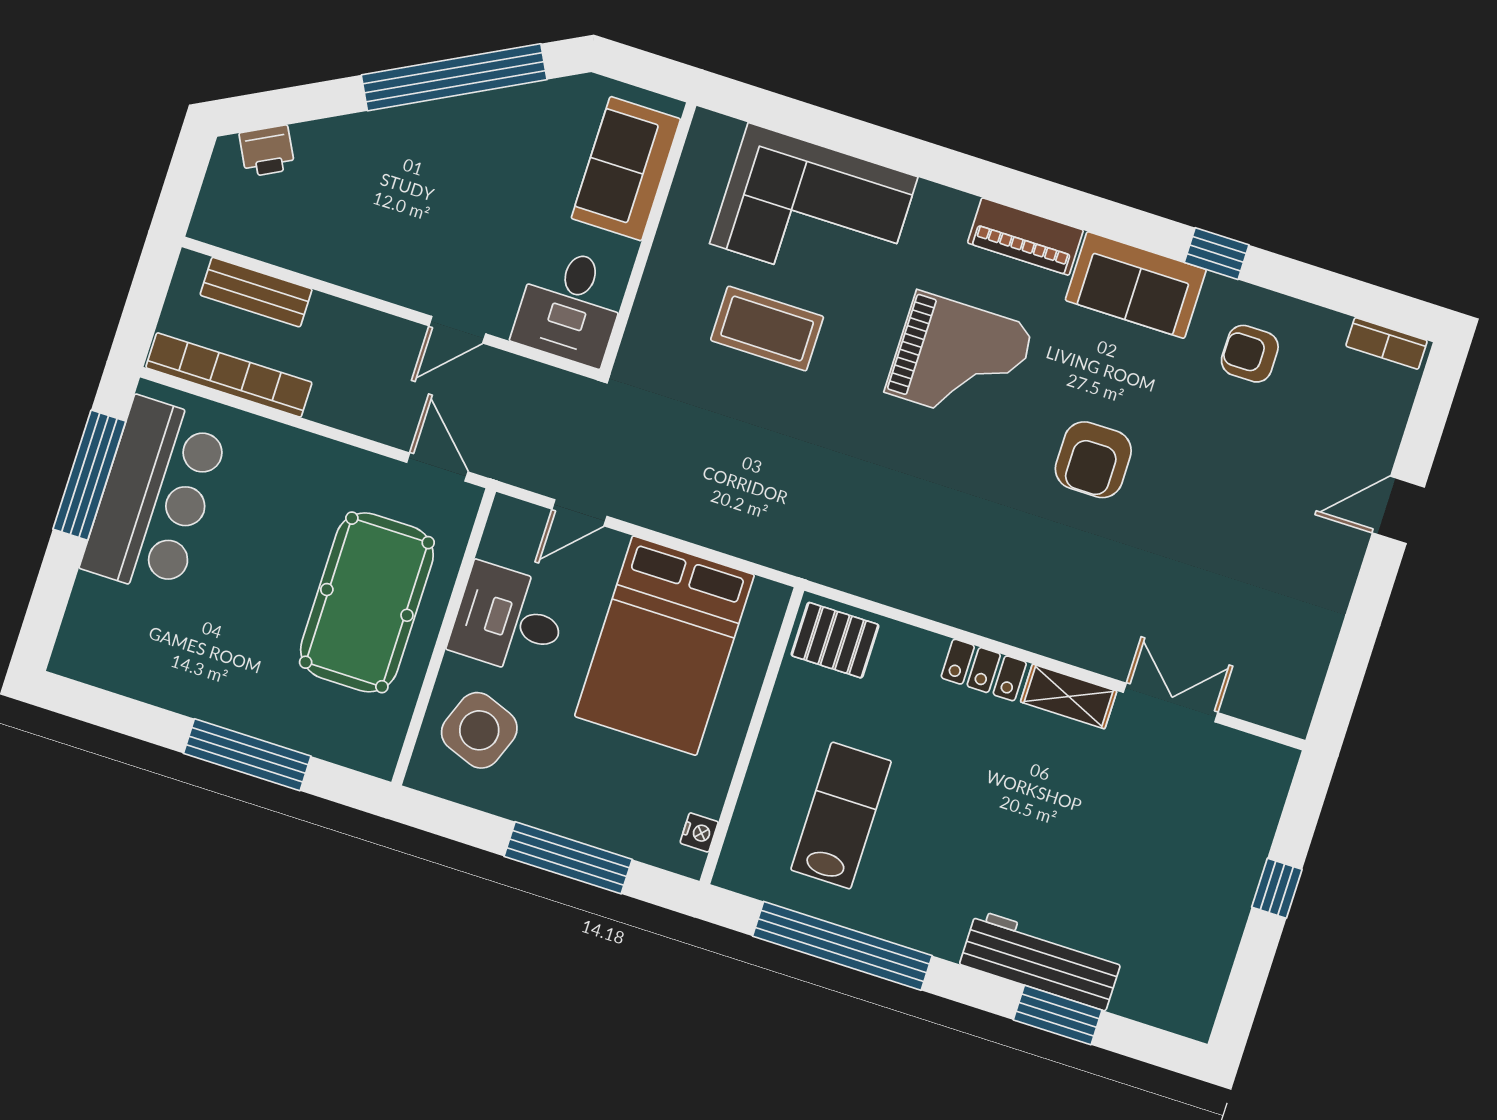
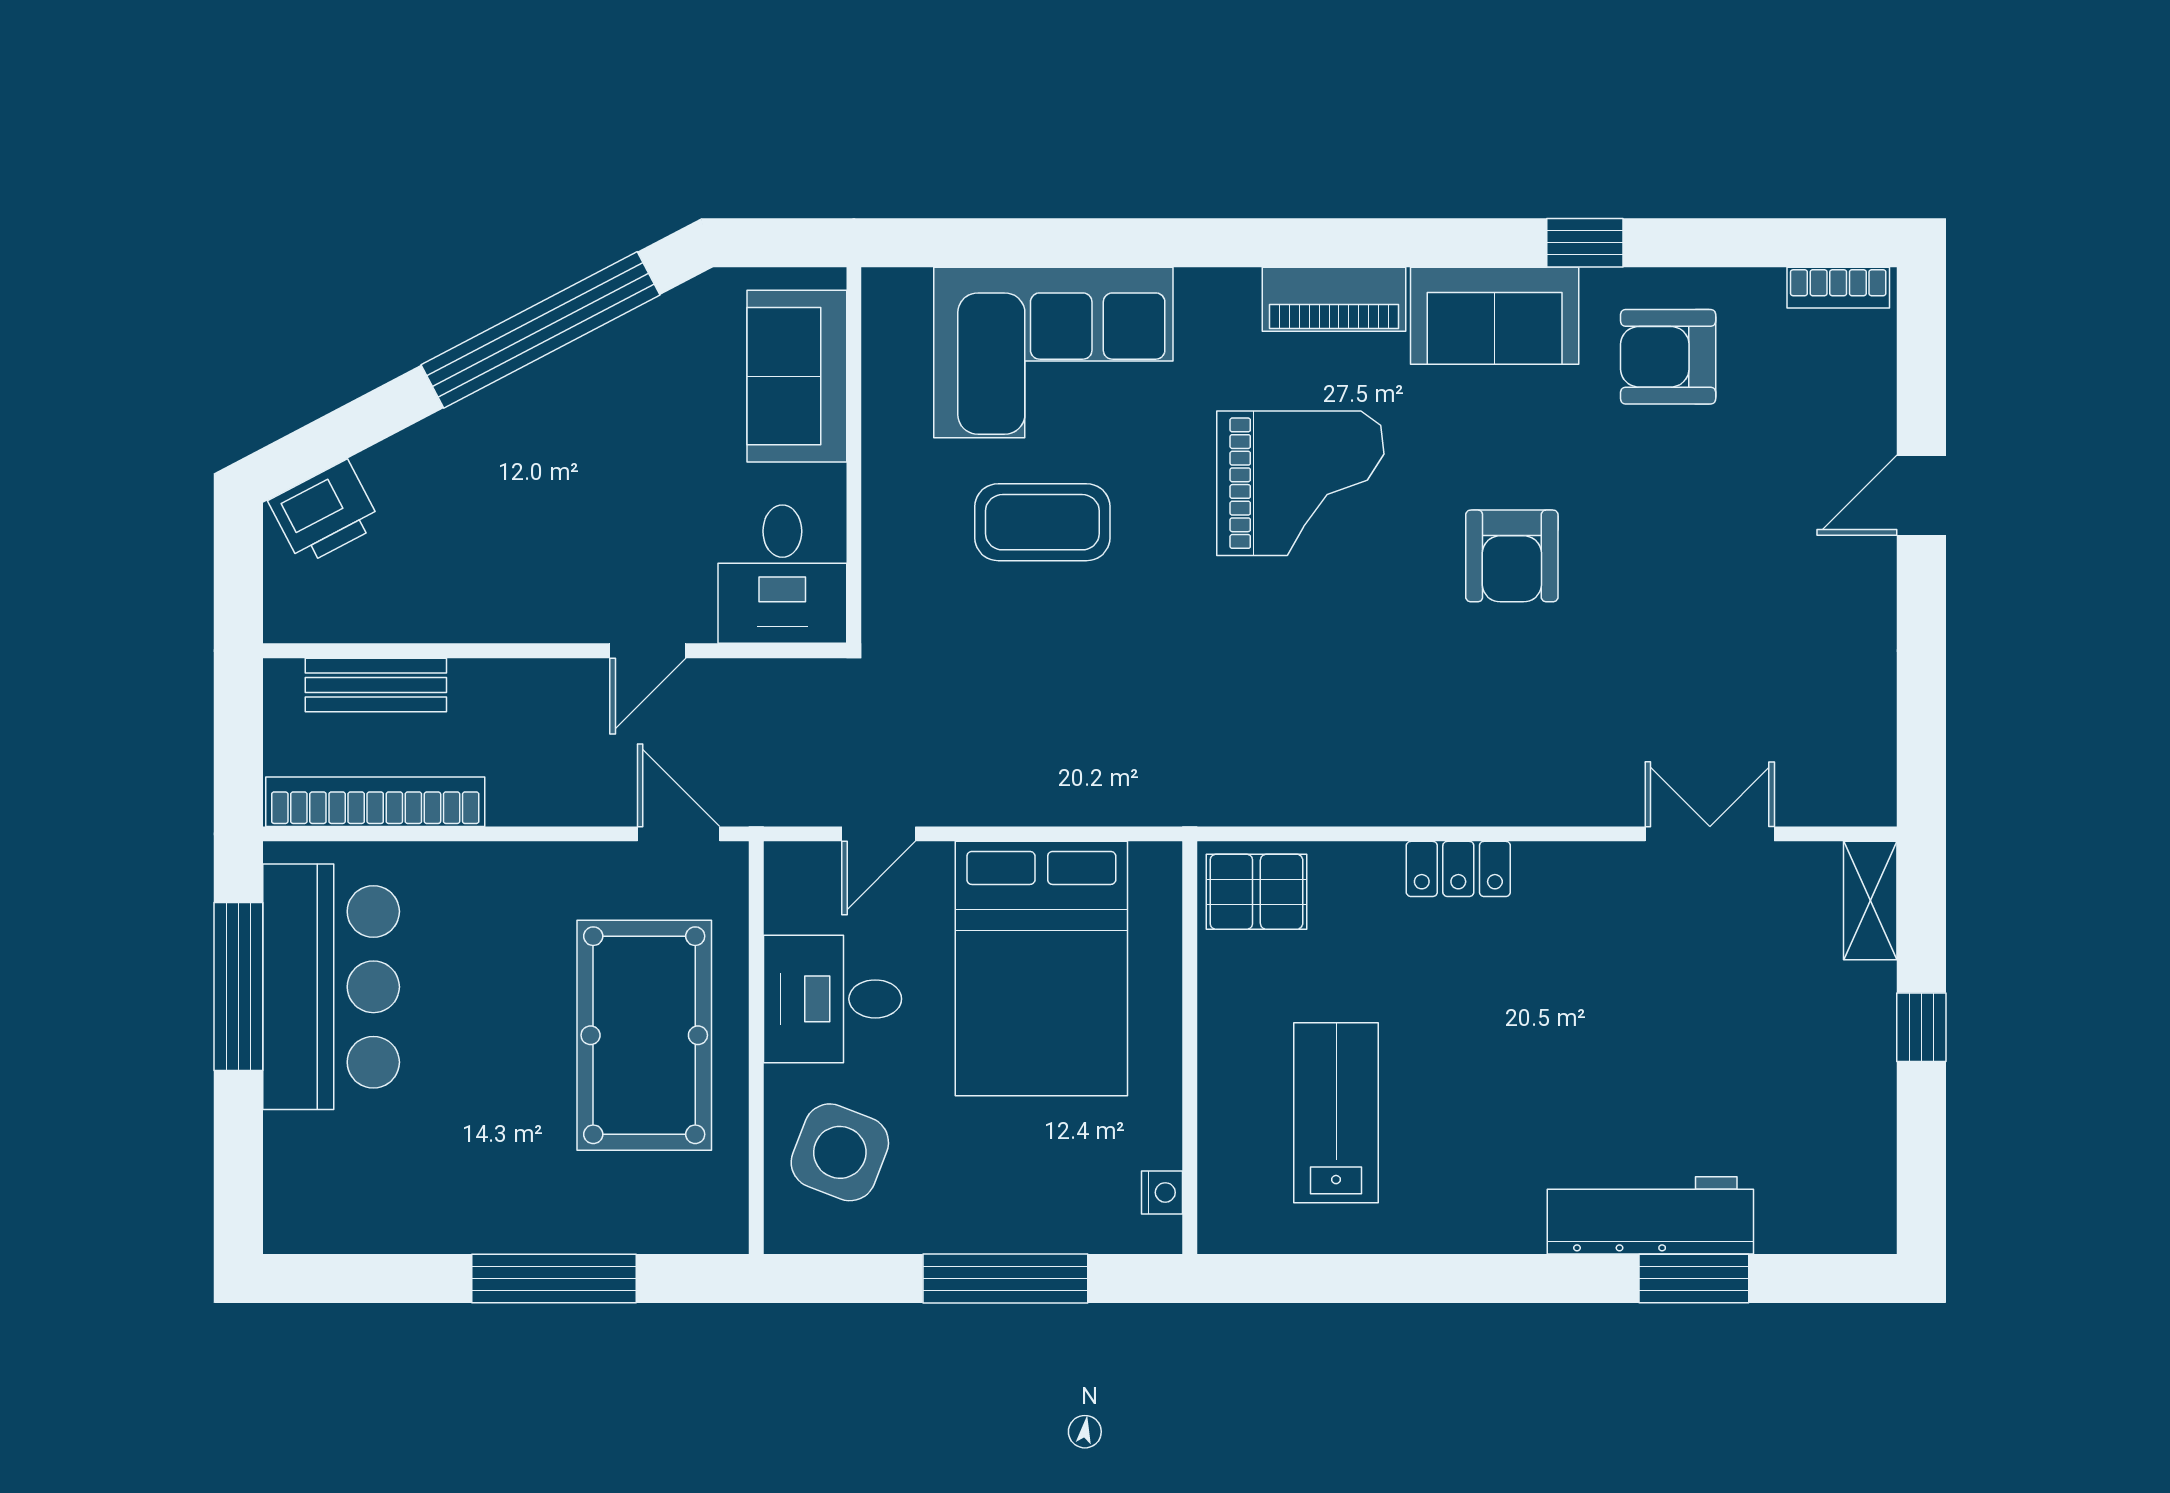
printer: (267, 151) -> (325, 513), width x1.36, depth x1.24
armchair: (1250, 354) -> (1668, 357), width x1.38, depth x1.38
shelving: (1069, 696) -> (1870, 901), moved, turned 90
window: (842, 946) -> (1391, 1278), removed

